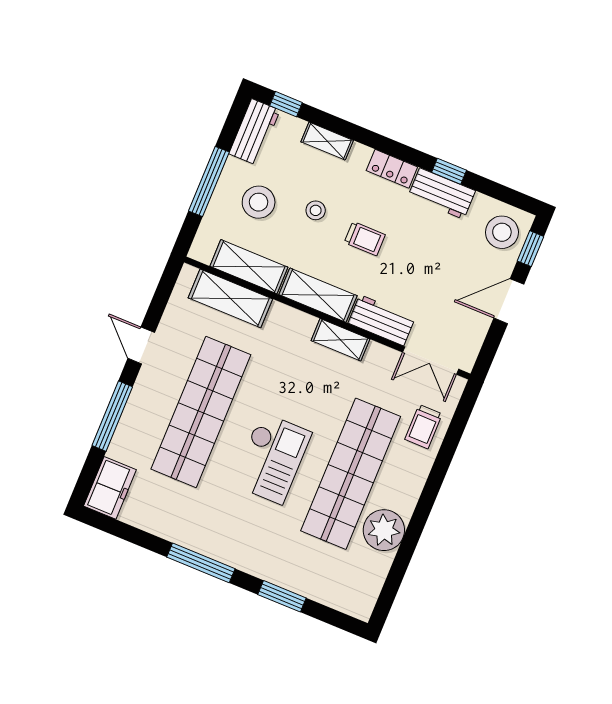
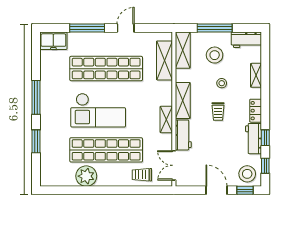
window: (286, 104) -> (265, 166), moved
shelving: (249, 267) -> (183, 50), moved
checkout: (272, 458) -> (98, 110), width x1.36, depth x1.21

